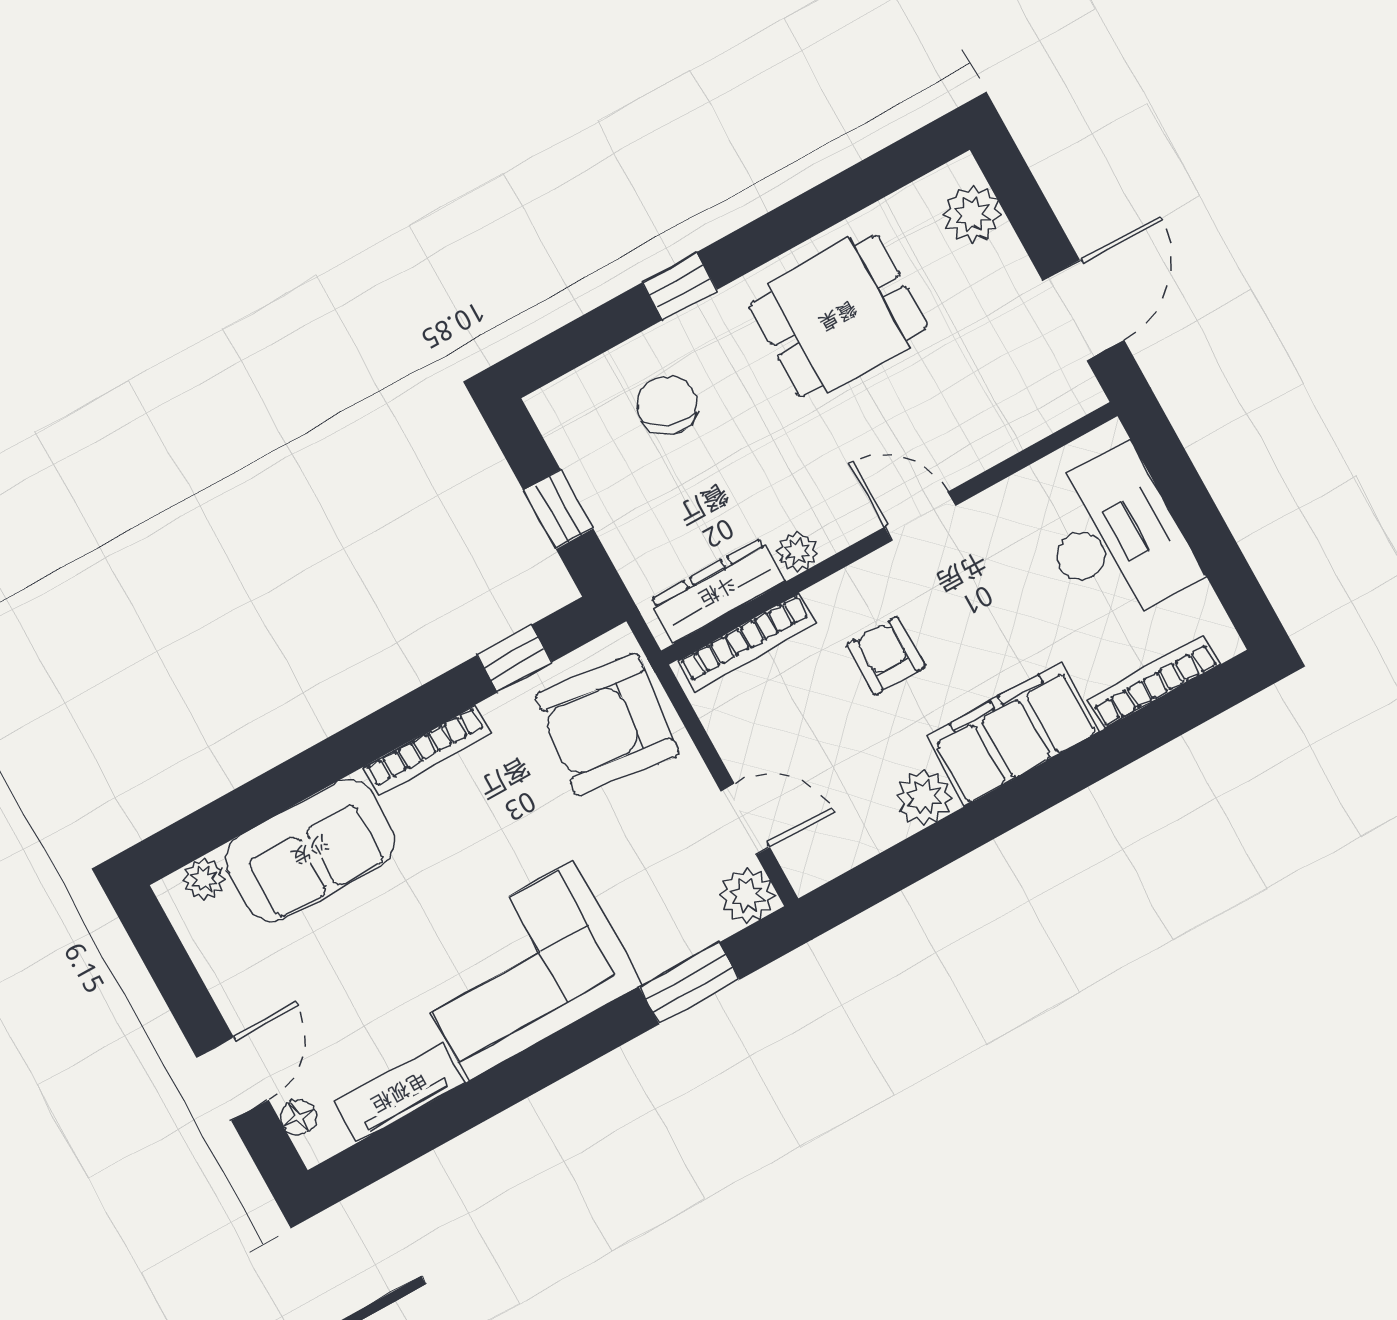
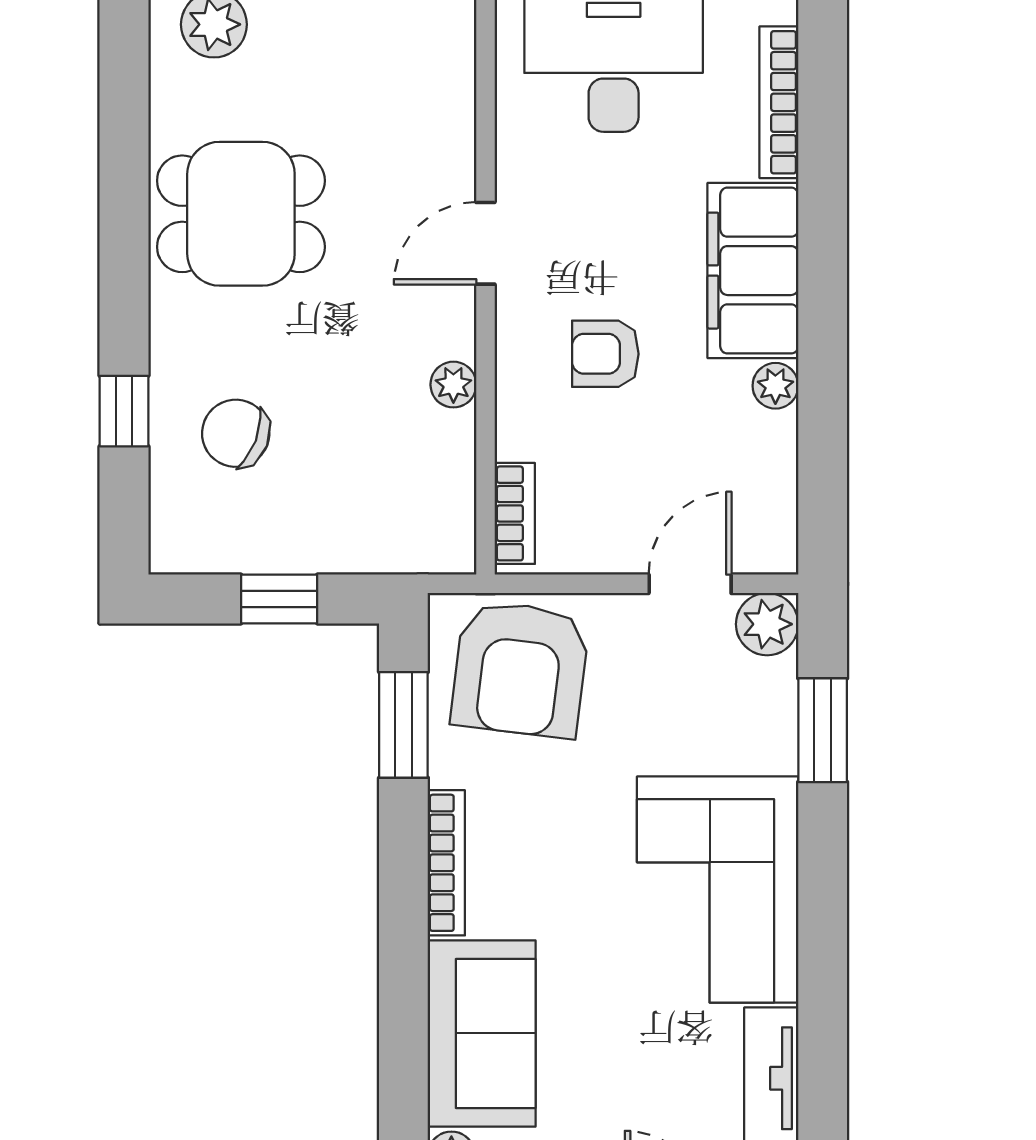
window: (679, 286) -> (124, 411), moved
dining table: (838, 316) -> (241, 214), turned 90
dresser: (718, 591) -> (448, 485), removed
bookcase: (746, 642) -> (515, 513), width x0.64
window: (514, 659) -> (403, 725), width x1.50
plant: (924, 797) -> (775, 386), width x0.73, depth x0.73

